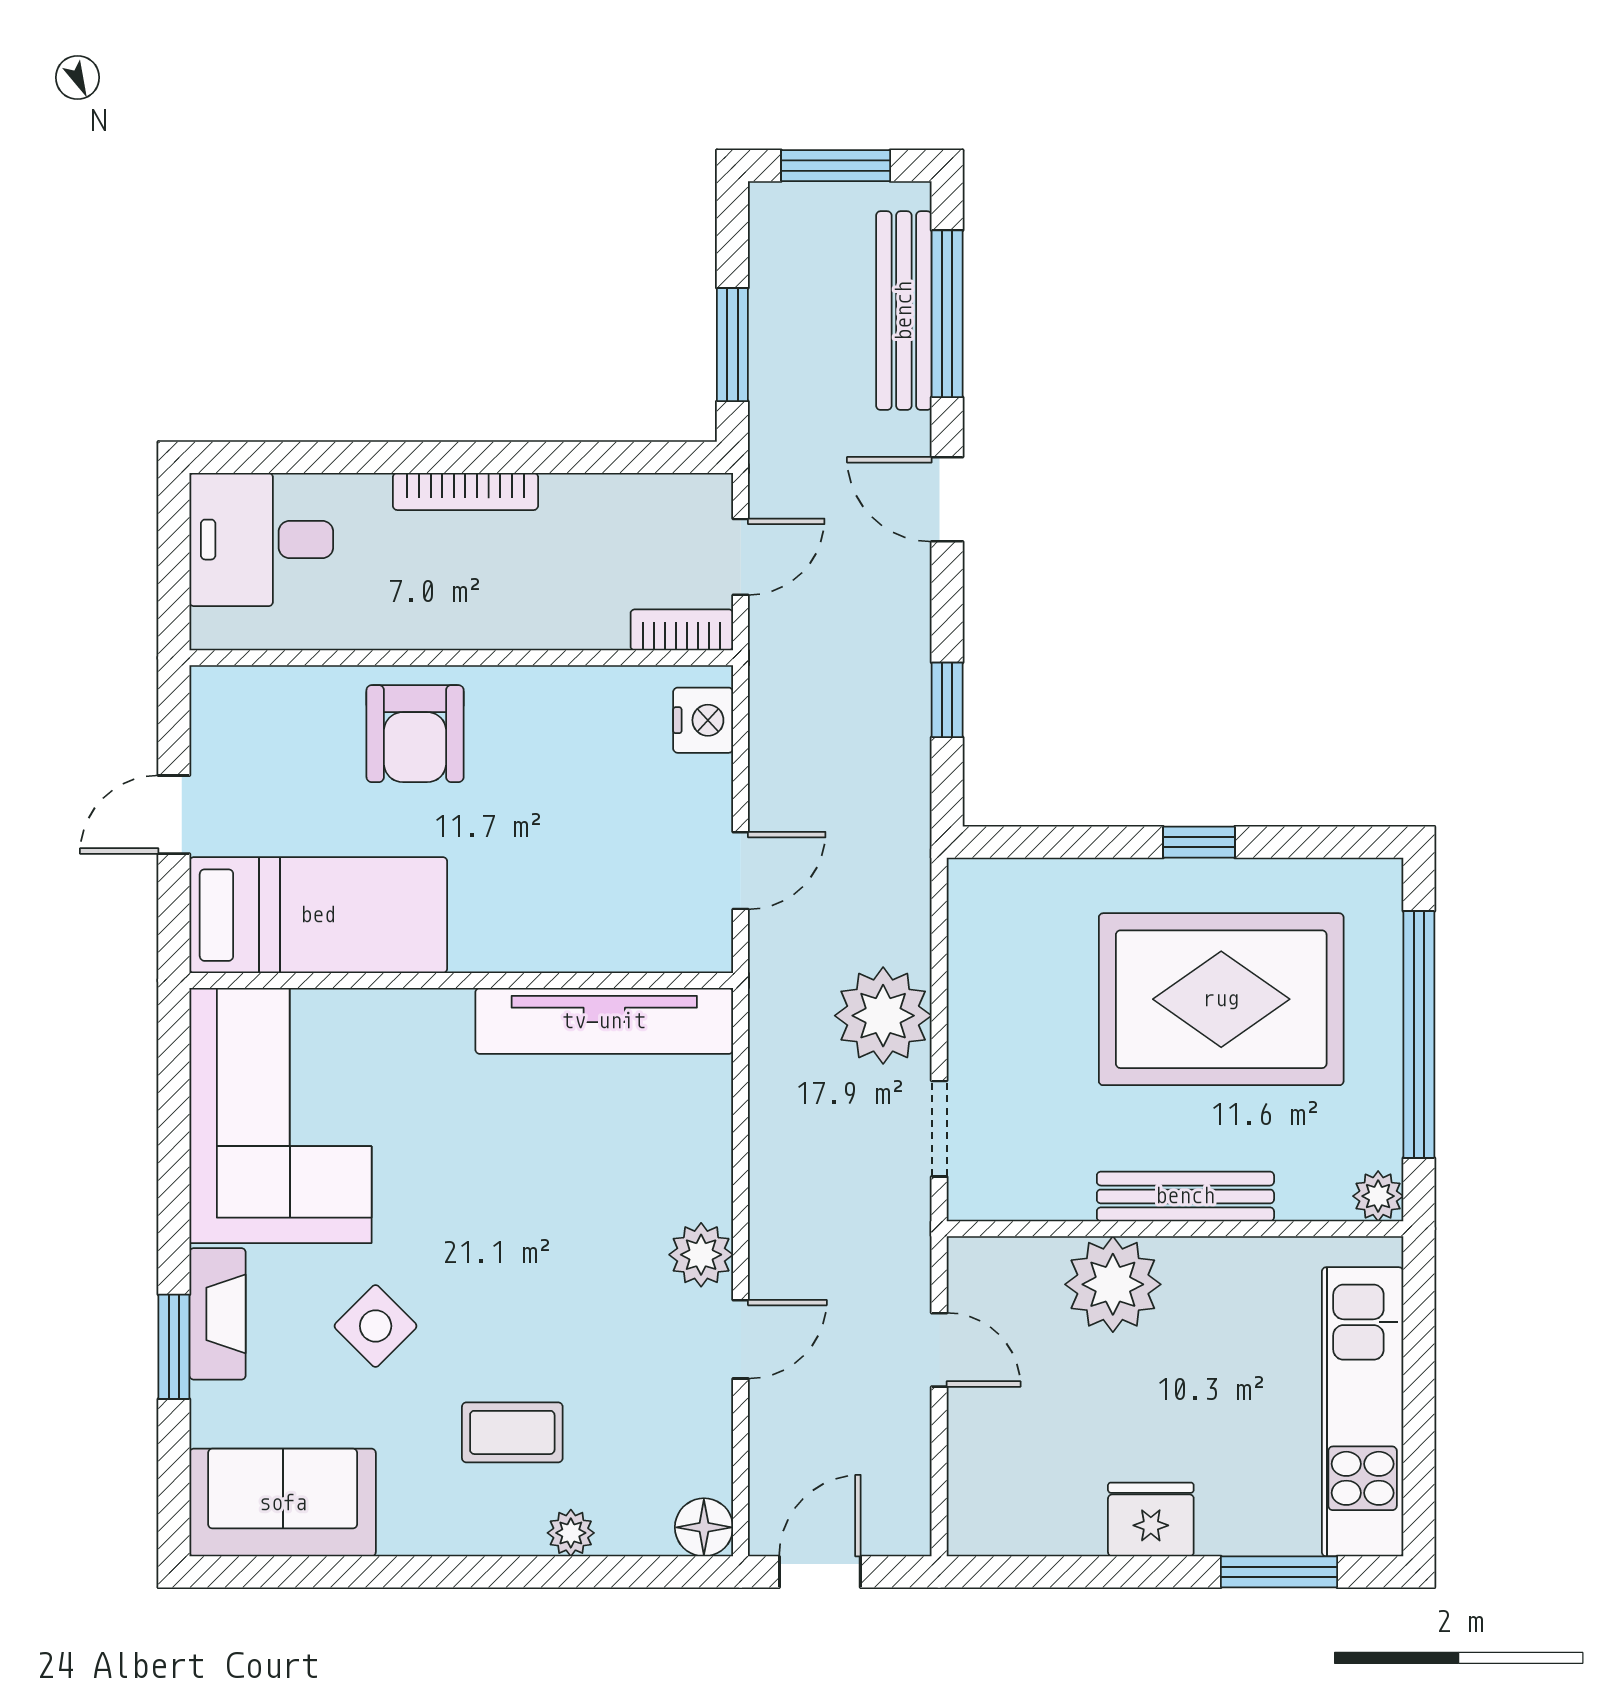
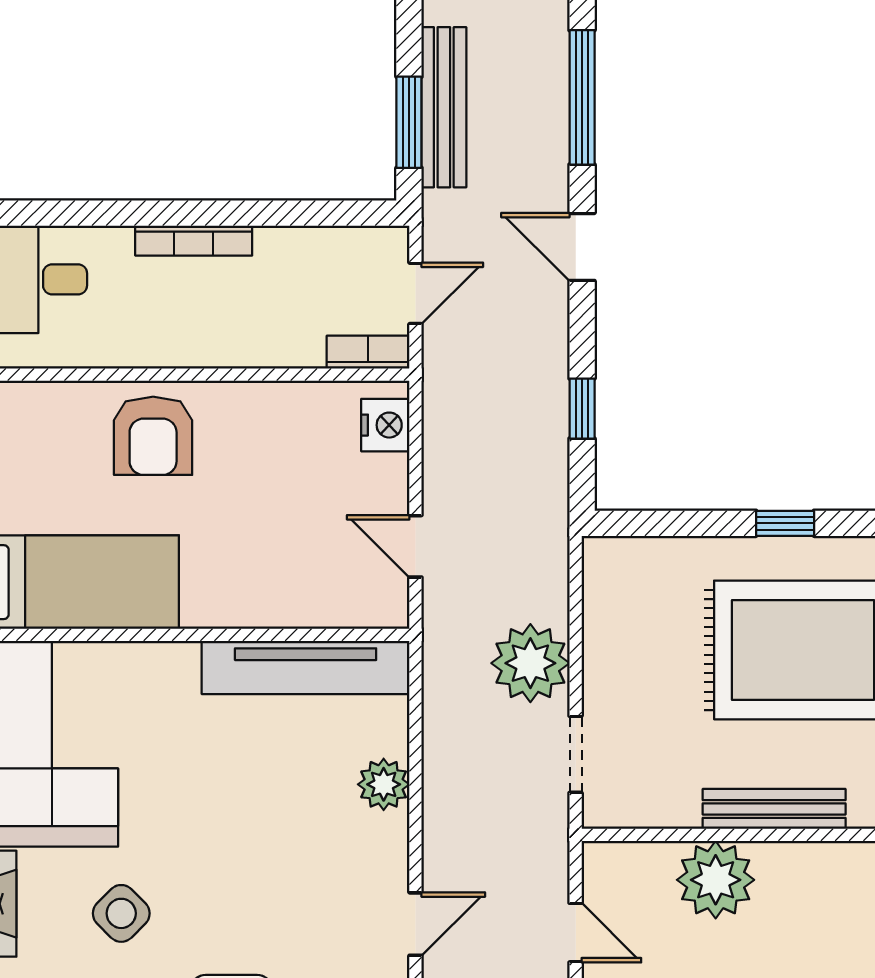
bench: (904, 311) -> (444, 107), moved
door: (741, 871) -> (415, 546), swing flipped
plant: (701, 1255) -> (384, 784), moved

